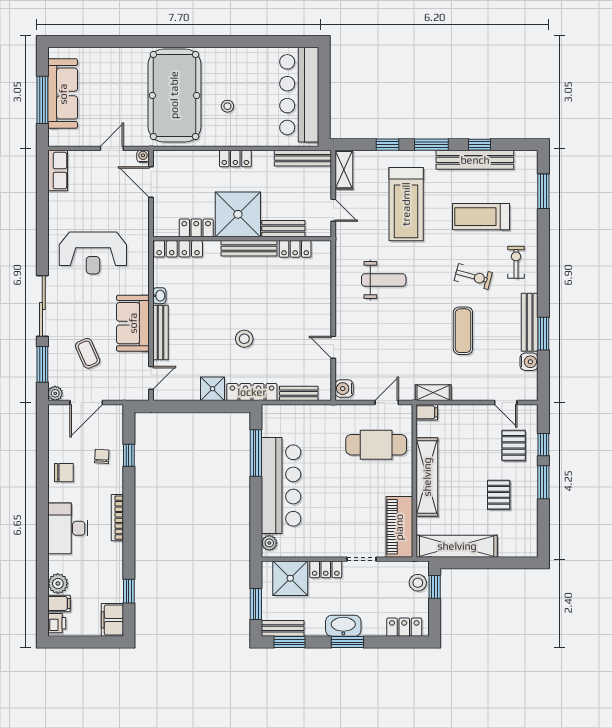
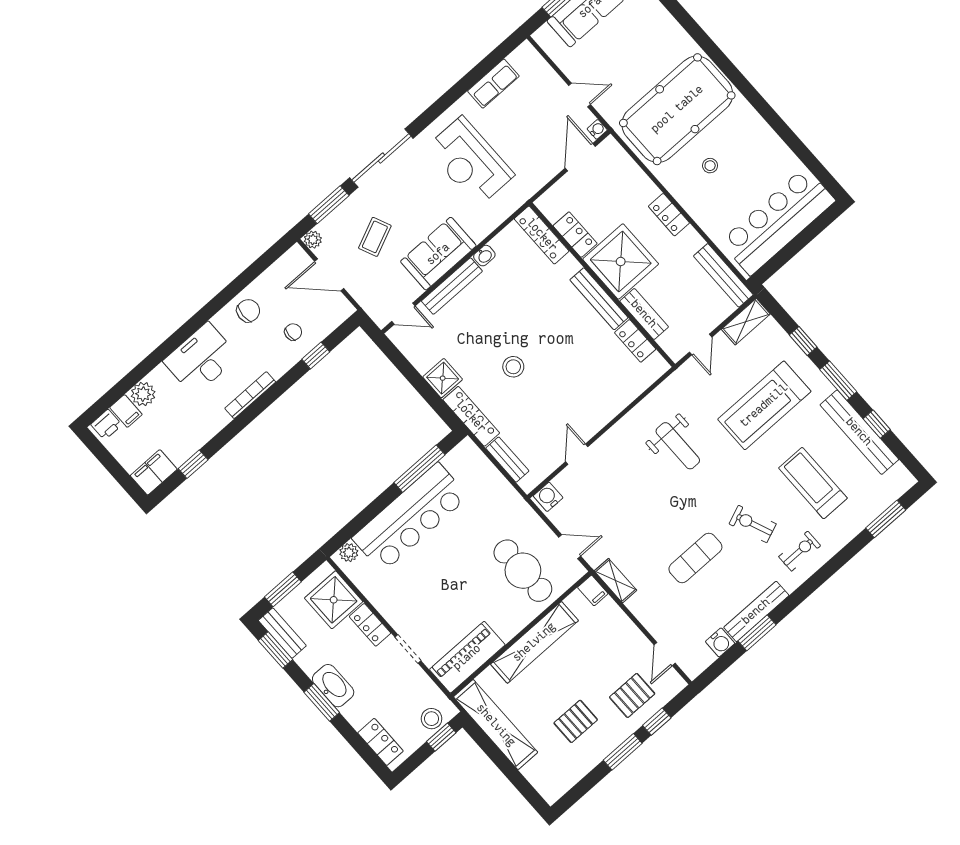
row of seats: (58, 171) -> (493, 84), moved
exercise bike: (473, 277) -> (753, 524), turned 143
chair: (64, 473) -> (248, 311), turned -88

